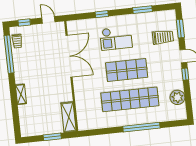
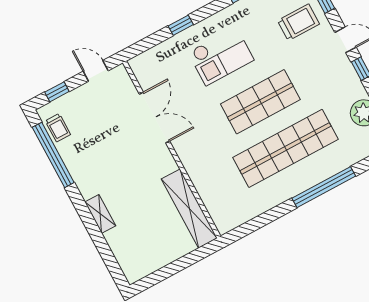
double door: (69, 56) -> (155, 118), width x0.73
shelving: (69, 117) -> (189, 209), width x1.47
window: (52, 137) -> (181, 264), removed

